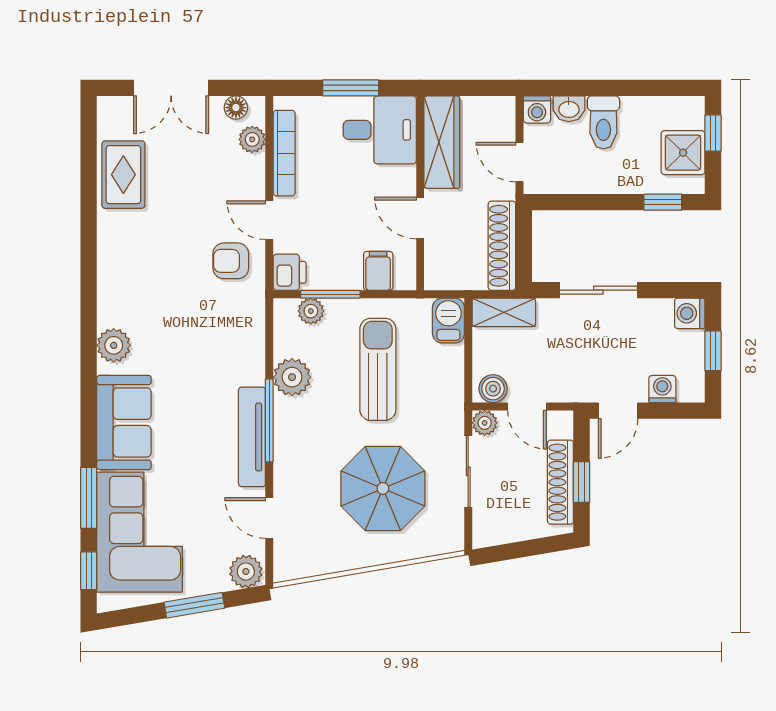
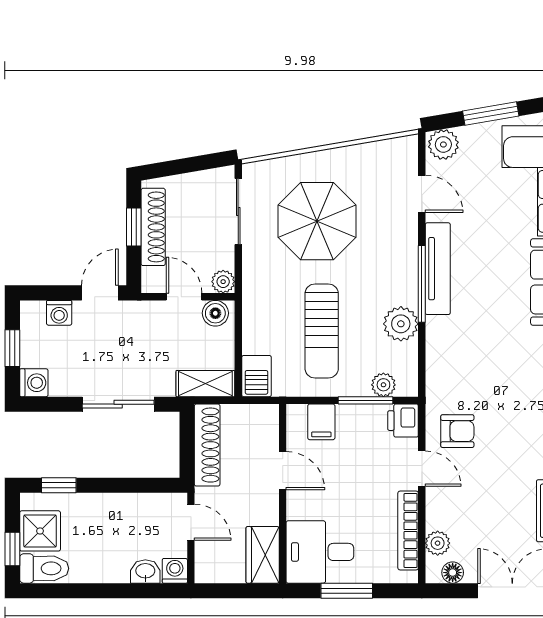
toilet: (603, 122) -> (44, 568), moved, turned 90
wardrobe: (442, 142) -> (263, 555), width x0.67
sliding door: (468, 471) -> (238, 212), moved

